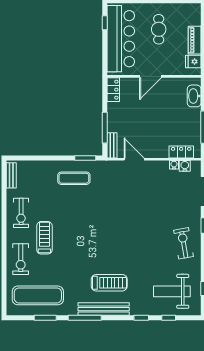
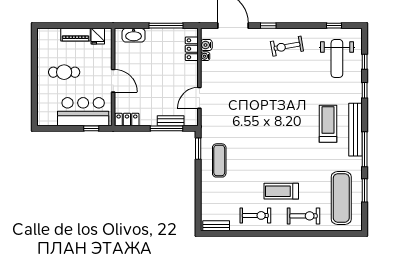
window: (105, 23) -> (91, 128), moved
bar counter: (121, 39) -> (83, 112), width x0.73
bench: (112, 145) -> (171, 121), moved

